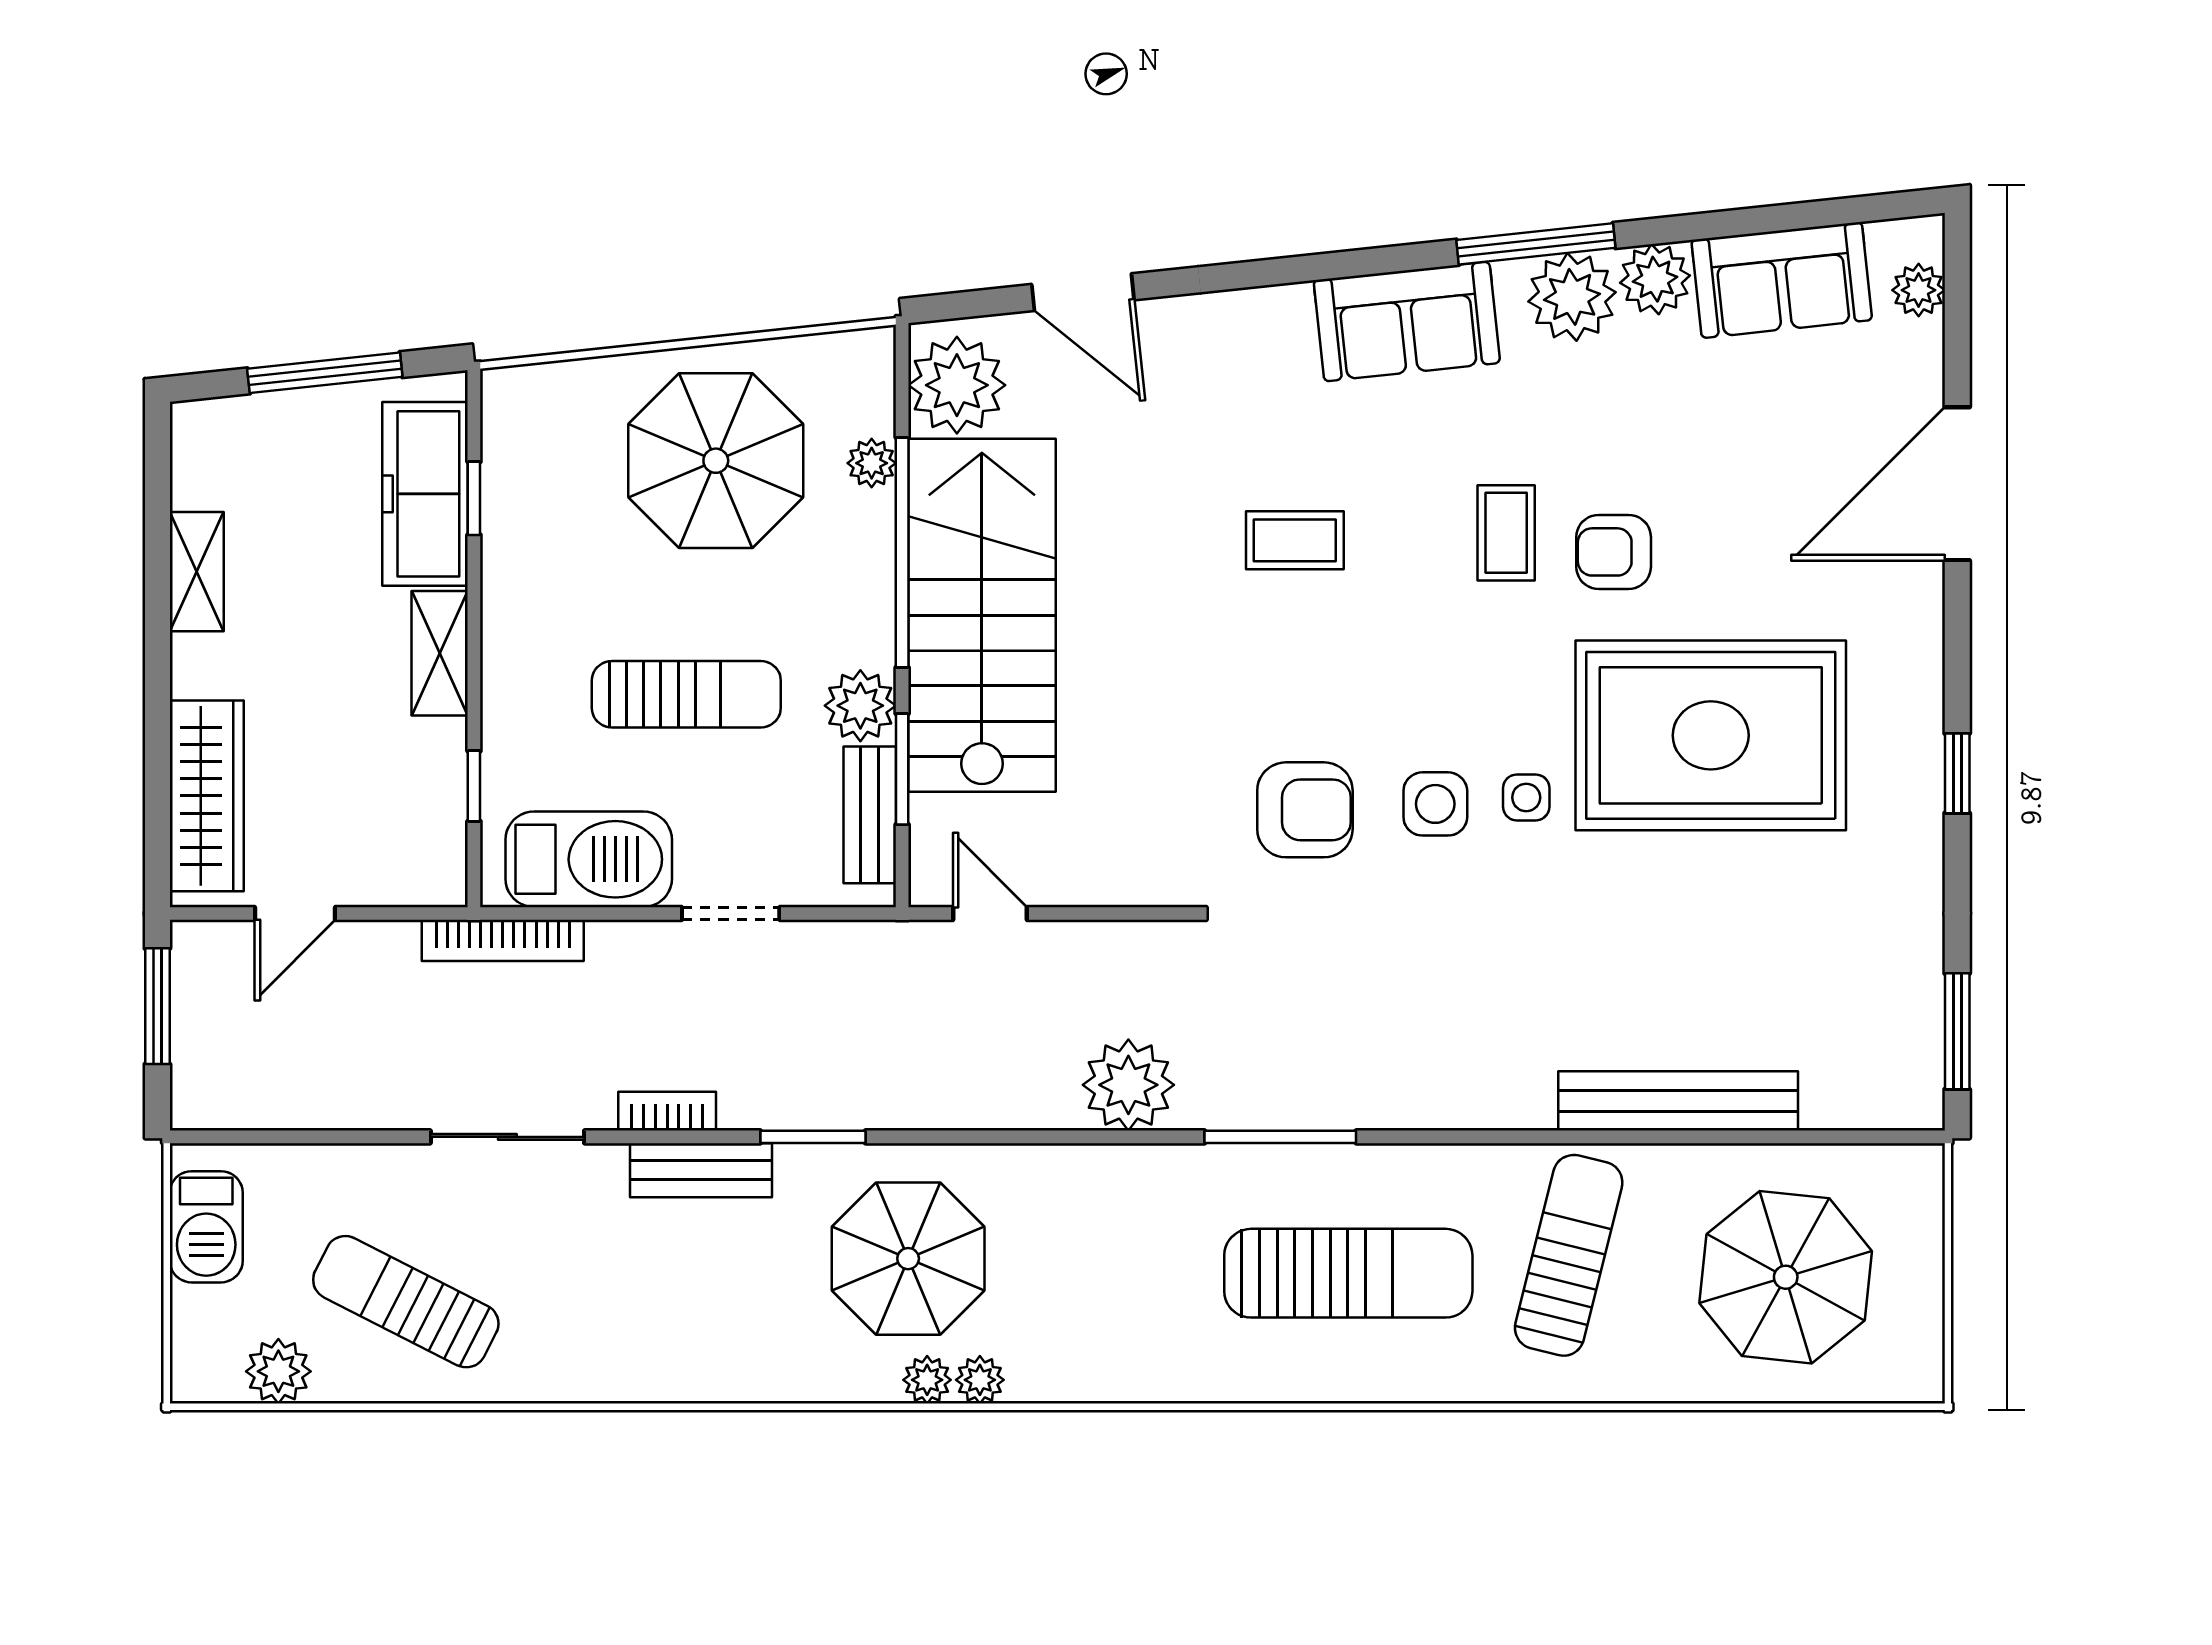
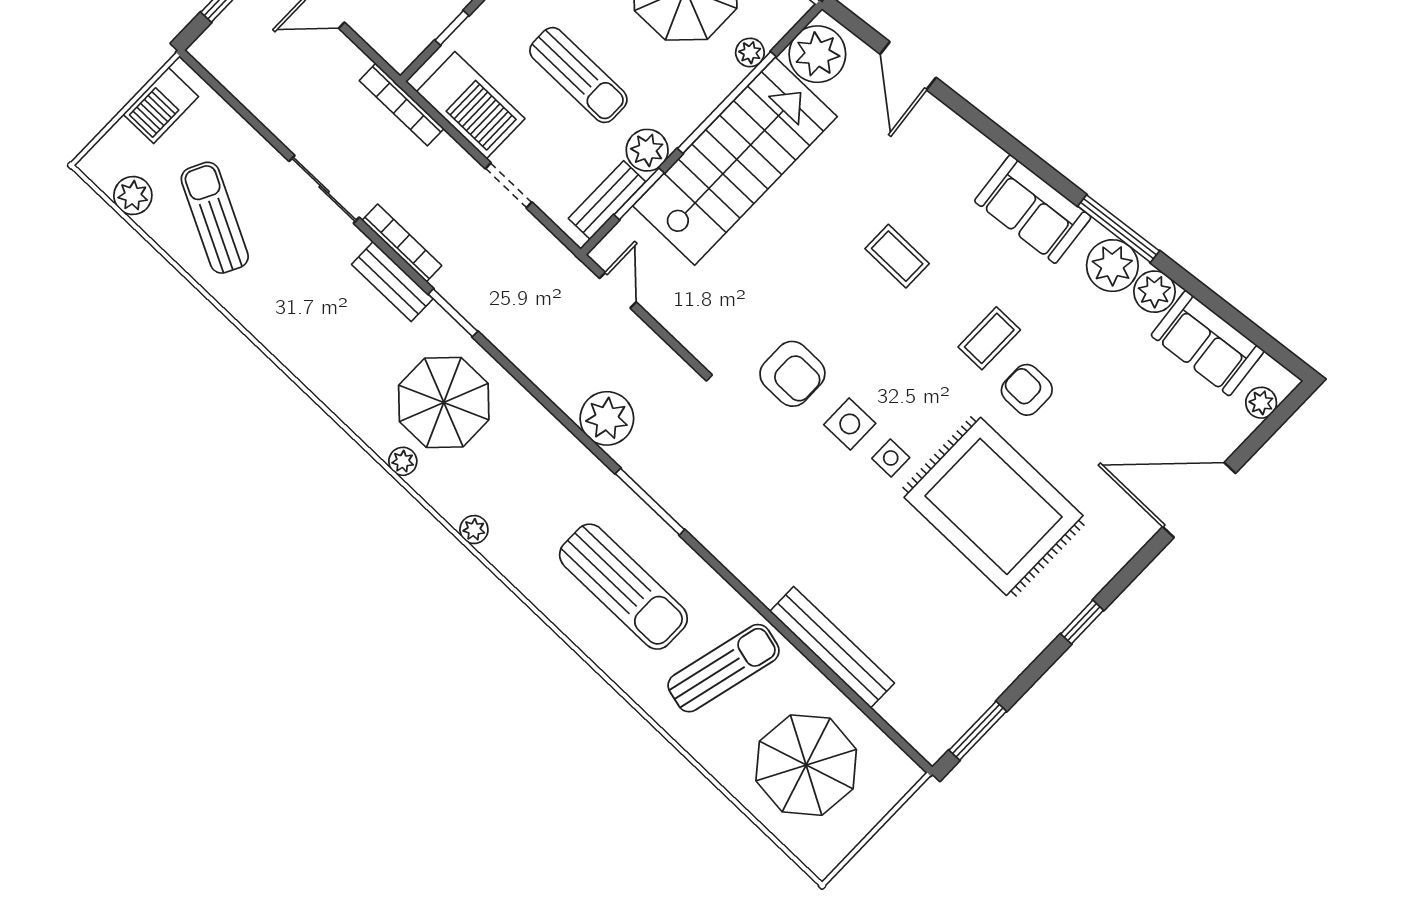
bookcase: (667, 1111) -> (402, 243), width x1.56
plant: (980, 1380) -> (474, 530), moved

